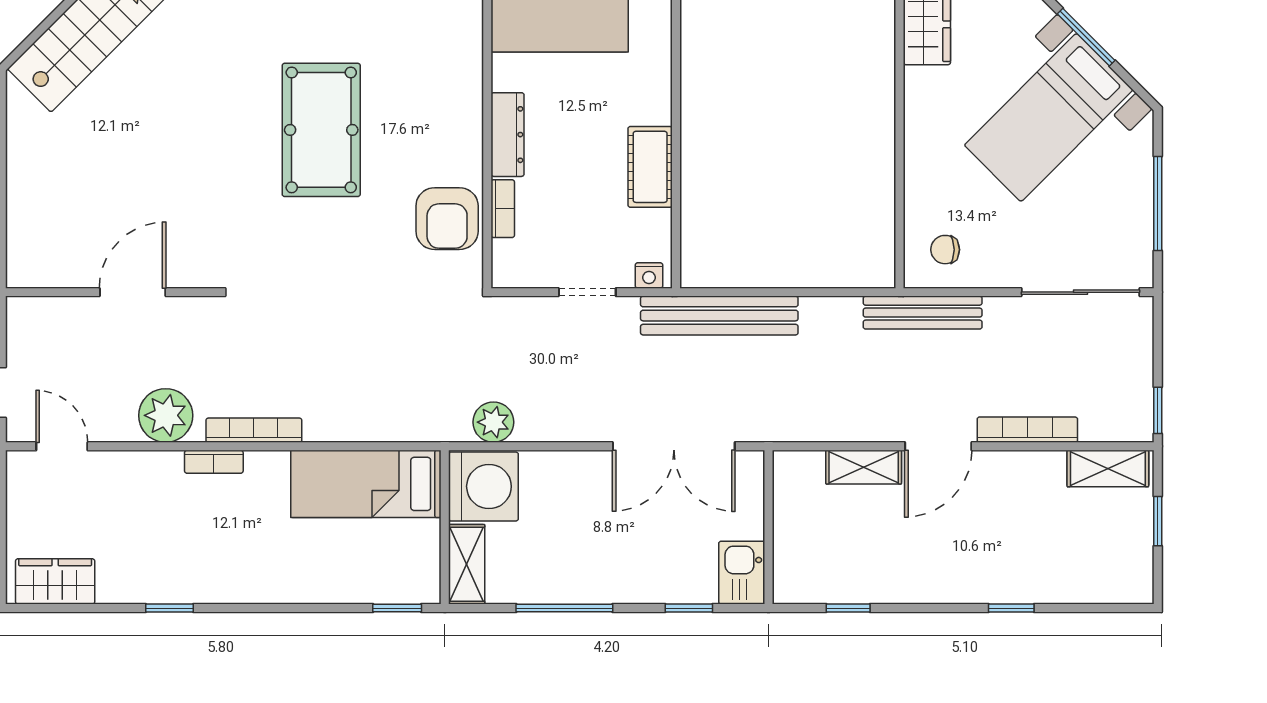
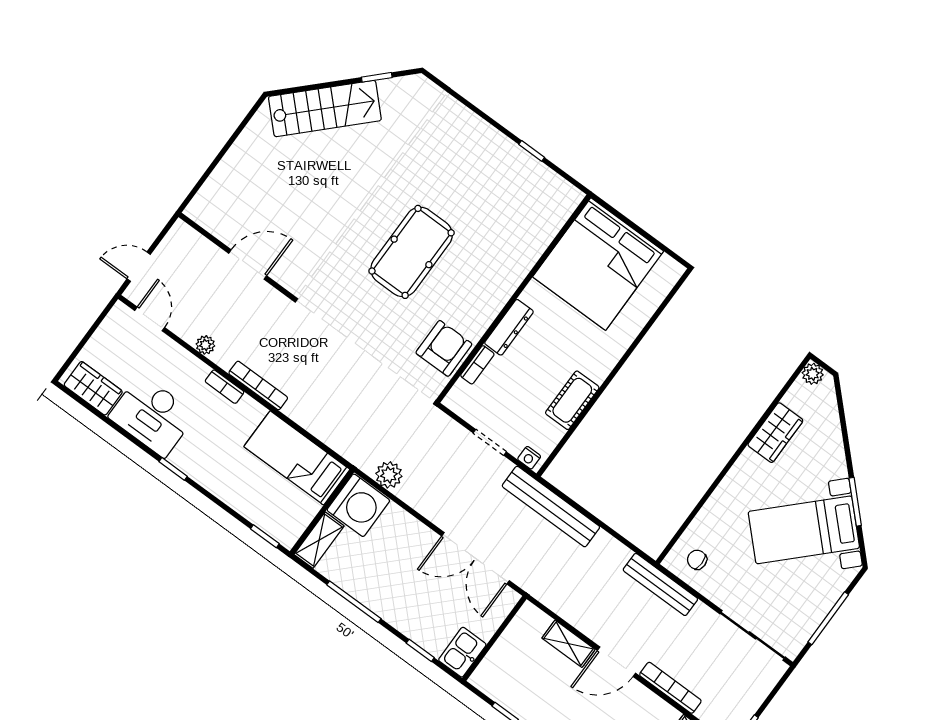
armchair: (447, 219) -> (444, 348), turned 180
plant: (166, 415) -> (205, 345), width x0.53, depth x0.53
desk: (152, 562) -> (152, 416), added
window: (170, 608) -> (173, 469), moved

